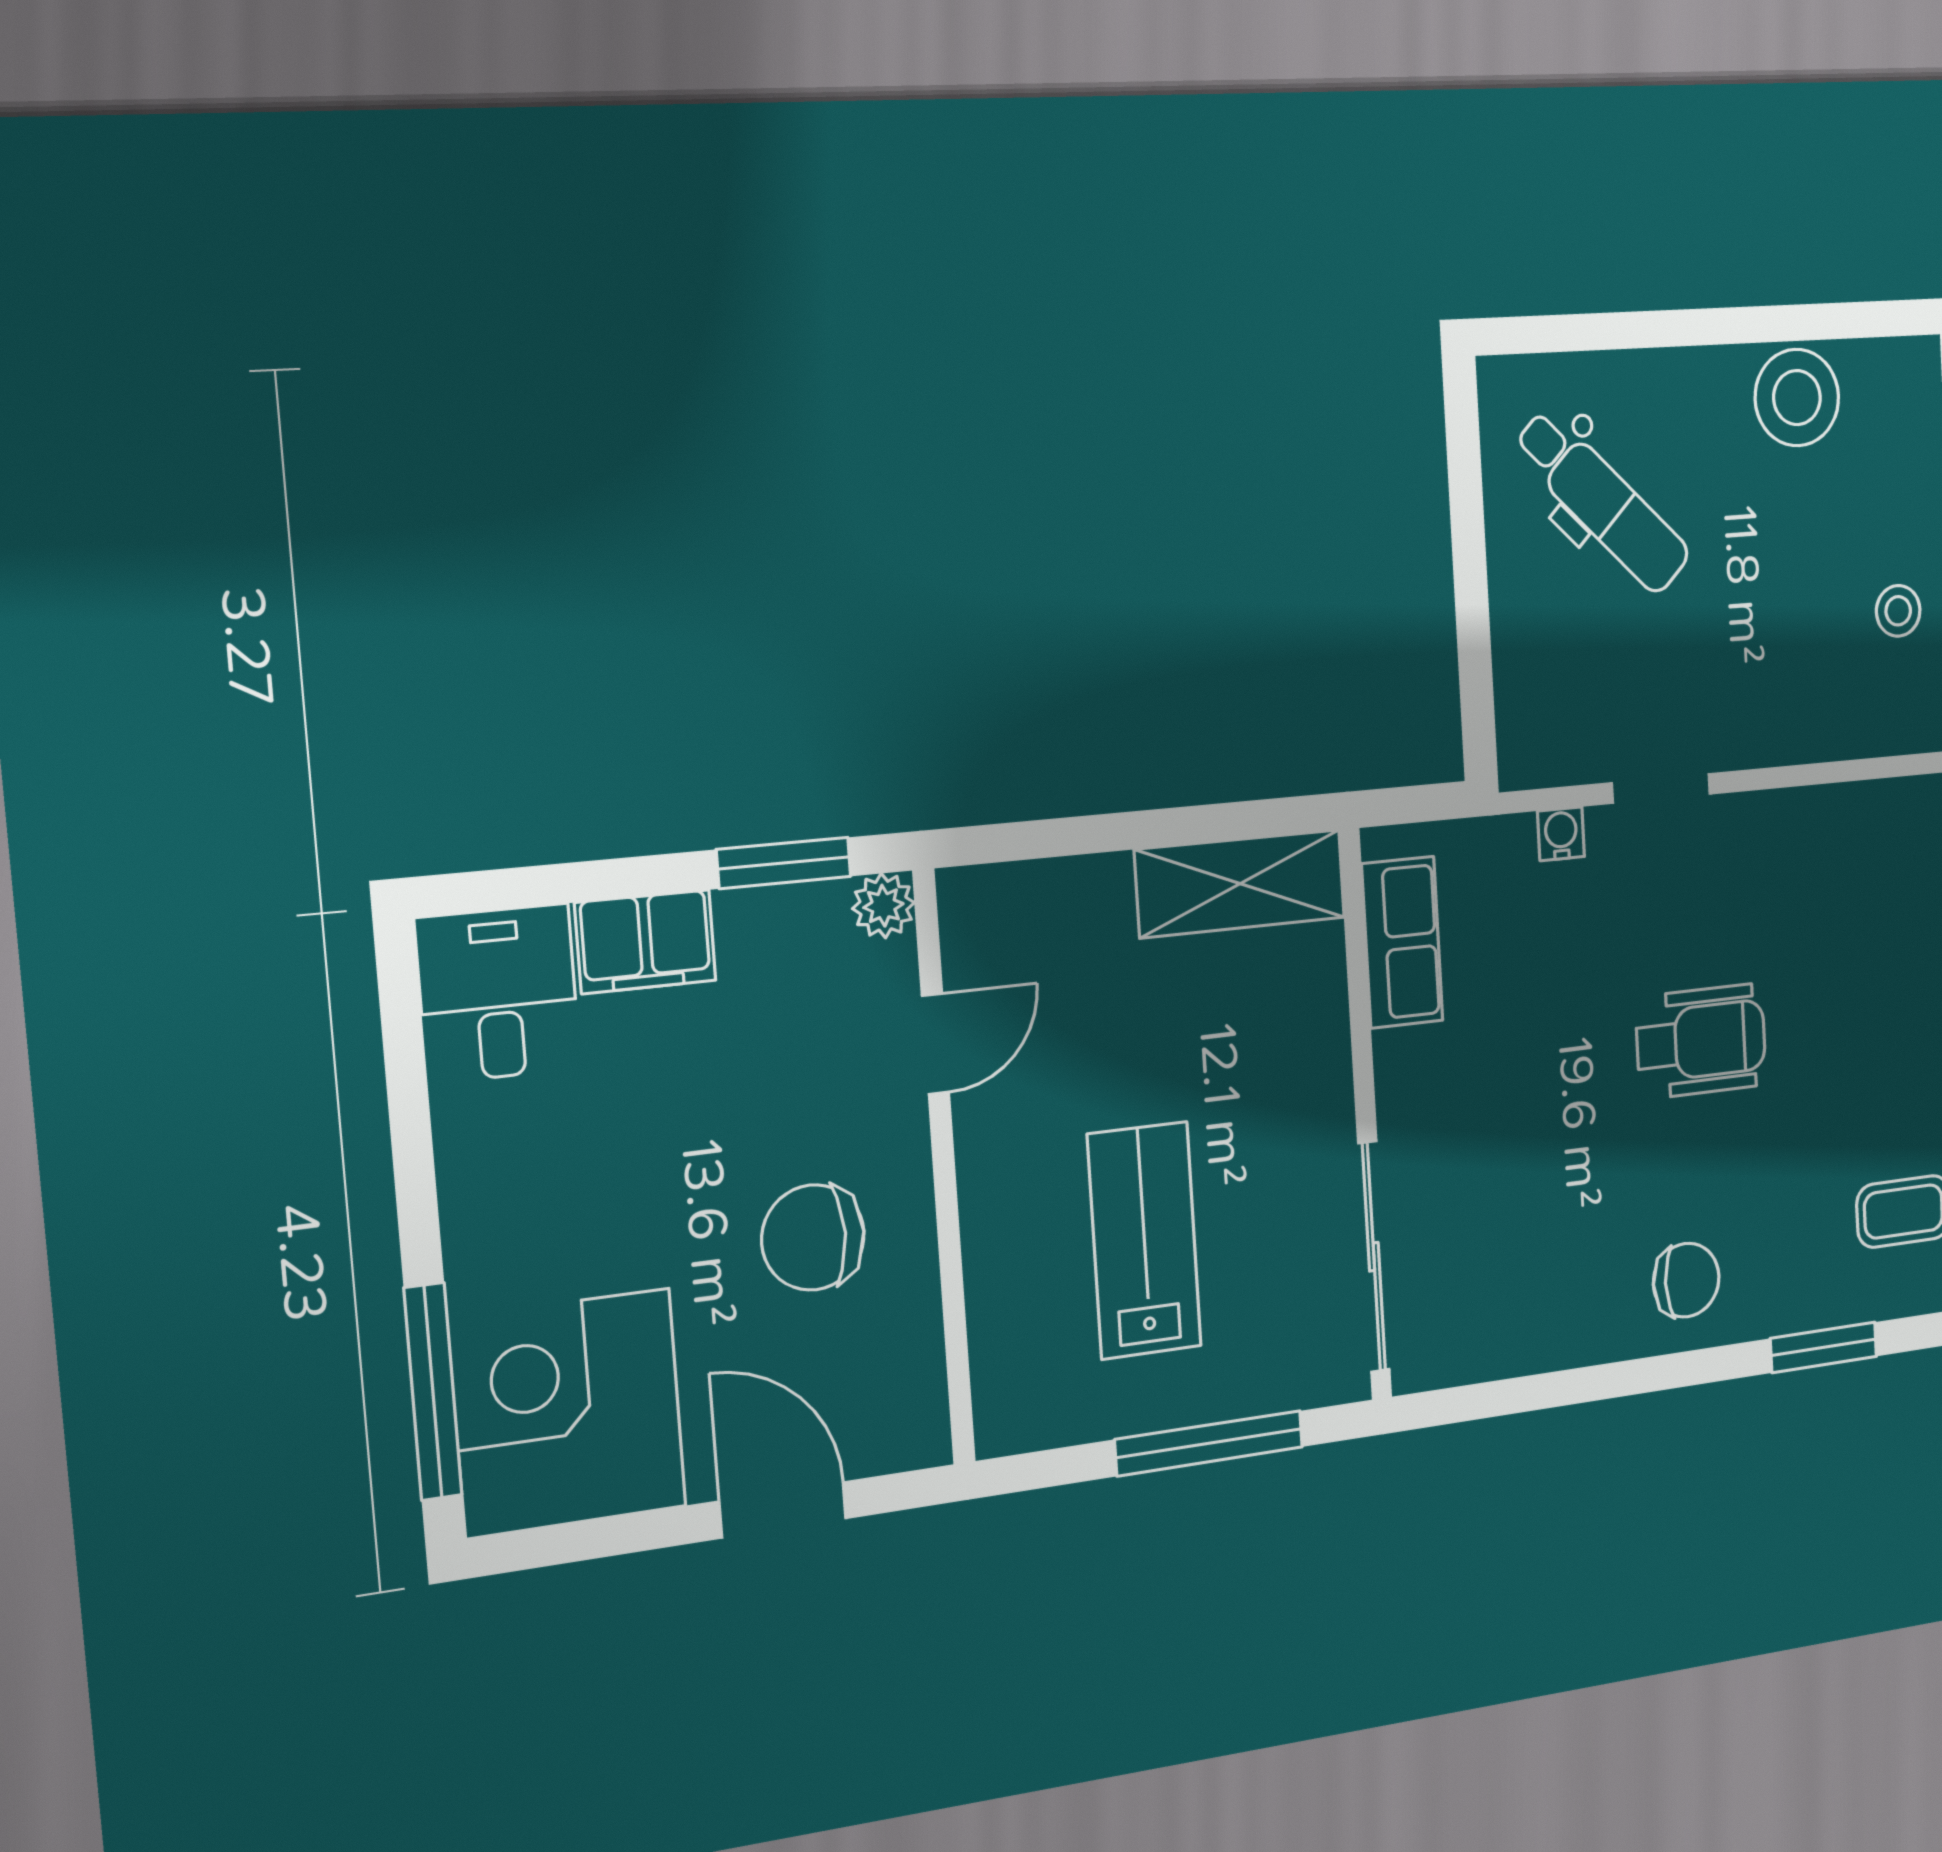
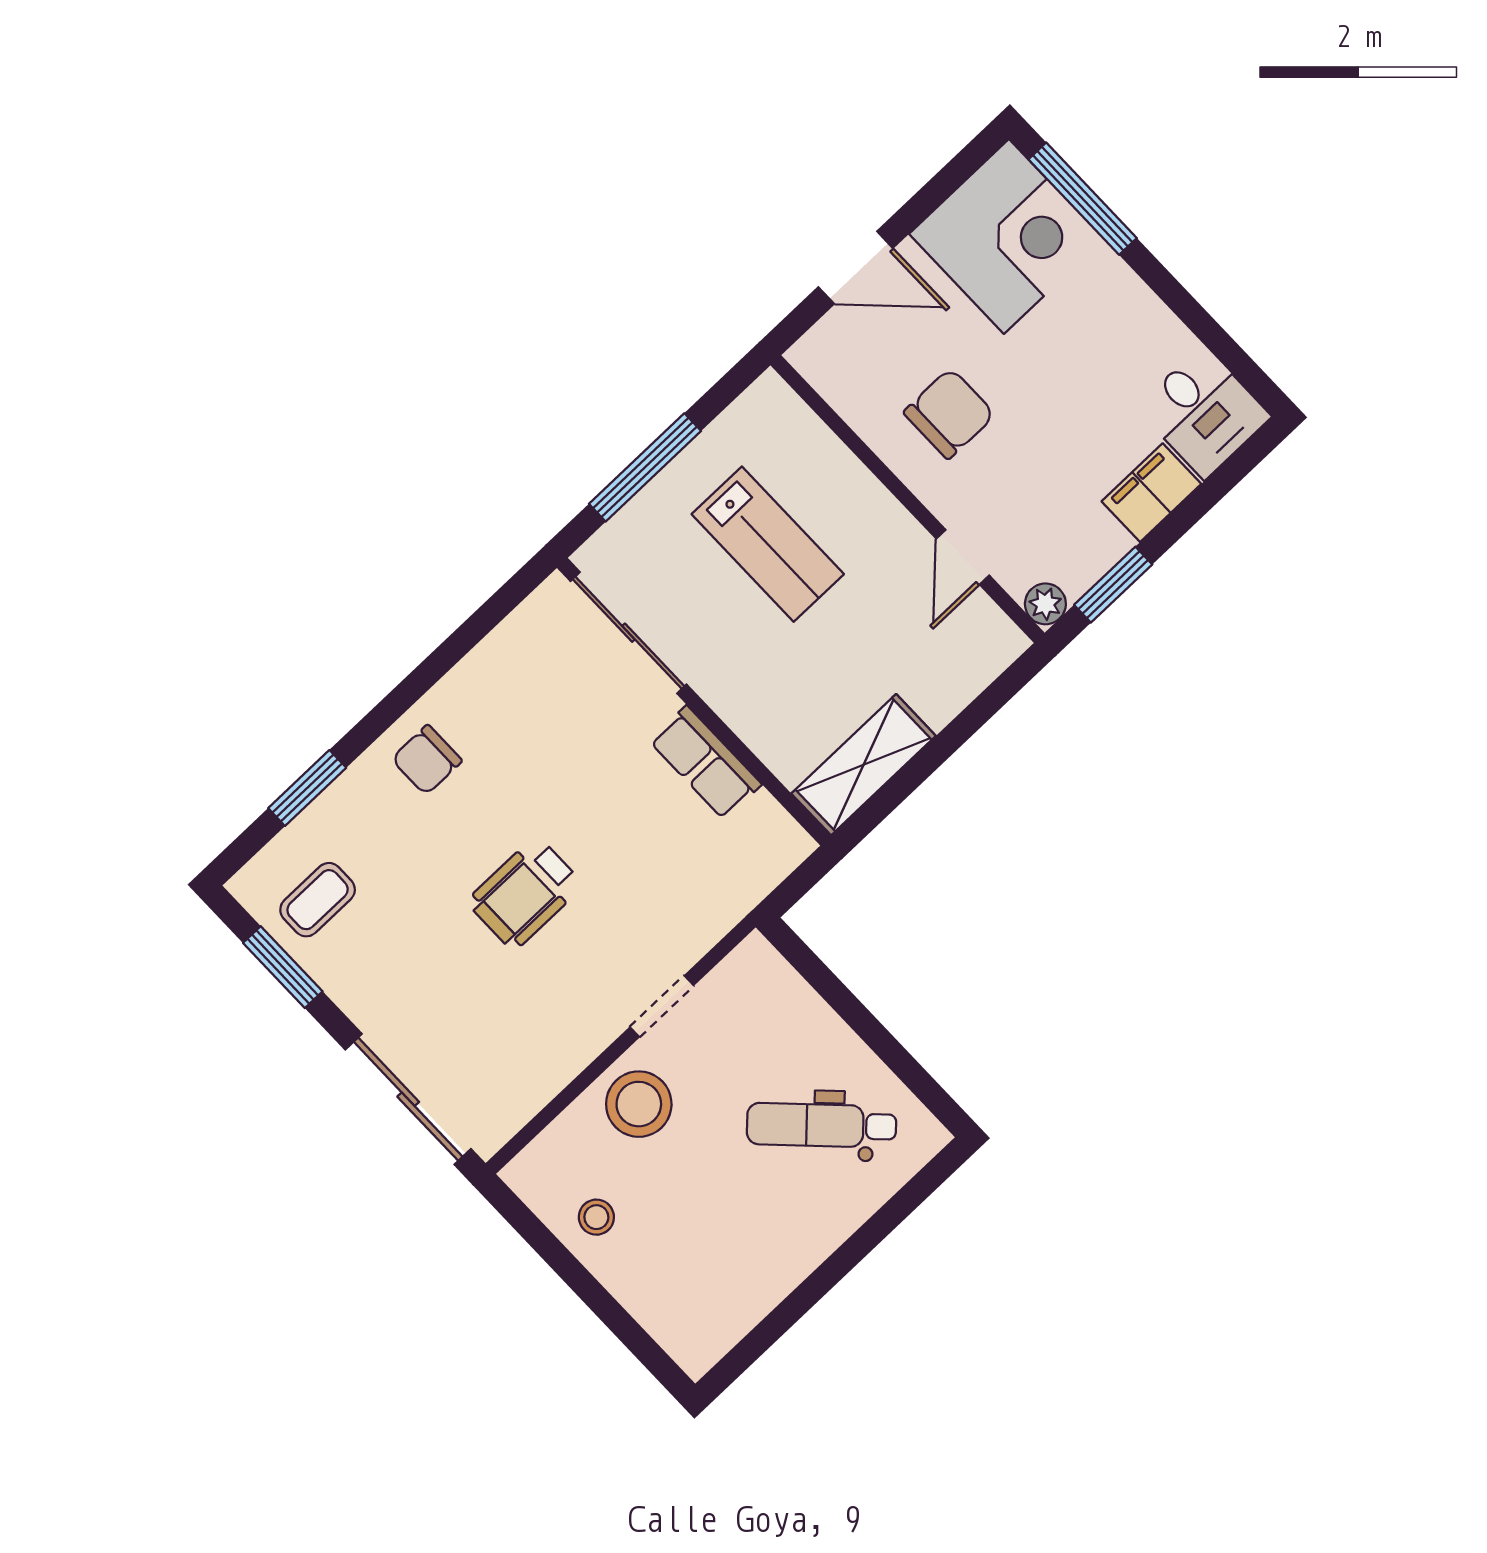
stool: (1797, 398) -> (639, 1104), moved
water cooler: (1561, 834) -> (701, 935), removed
row of seats: (1402, 942) -> (705, 763), moved

